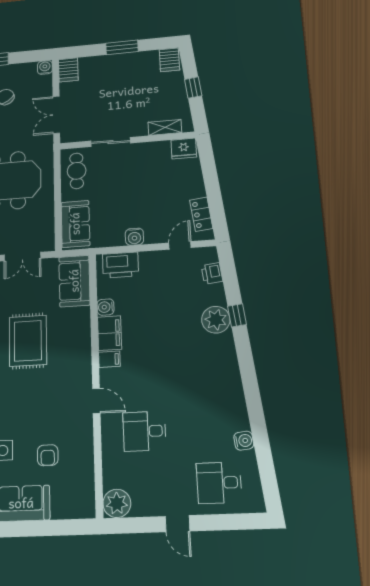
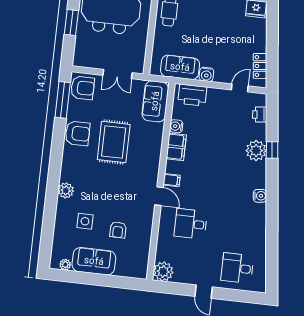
sofa: (75, 224) -> (180, 67), moved, turned -90
filing cabinet: (109, 359) -> (172, 180), moved
water cooler: (244, 441) -> (260, 196), moved

